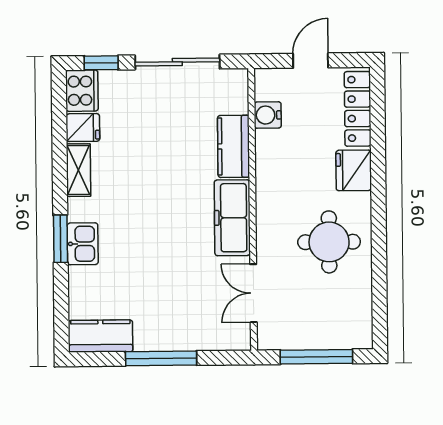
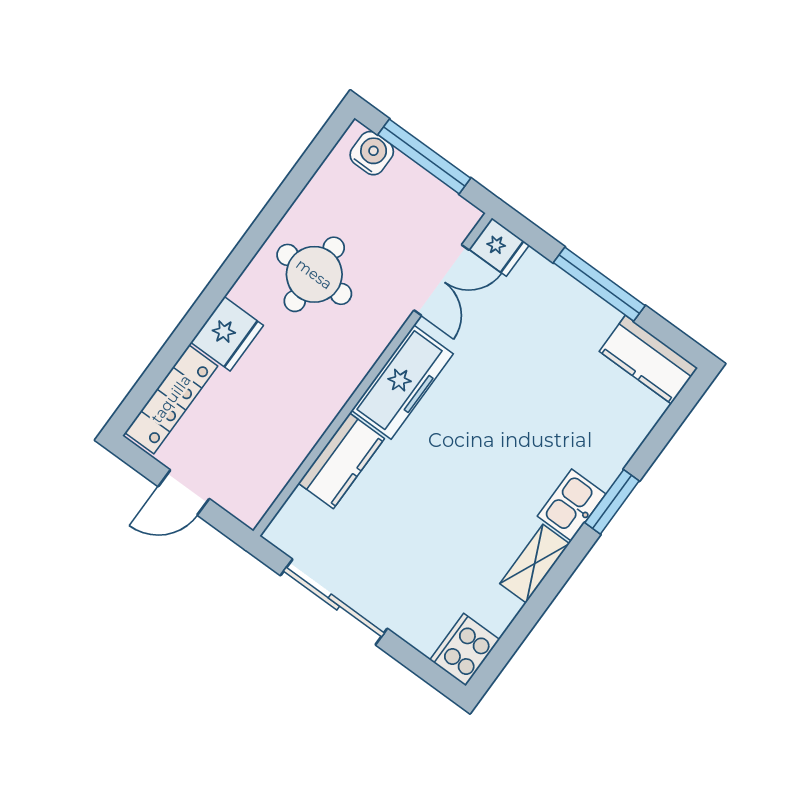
window: (101, 63) -> (420, 665), removed
water cooler: (268, 115) -> (372, 153), moved, turned -90
fridge: (83, 128) -> (499, 247), moved, turned 180
kitchen sink: (83, 244) -> (572, 505), moved

